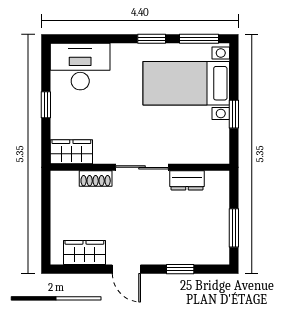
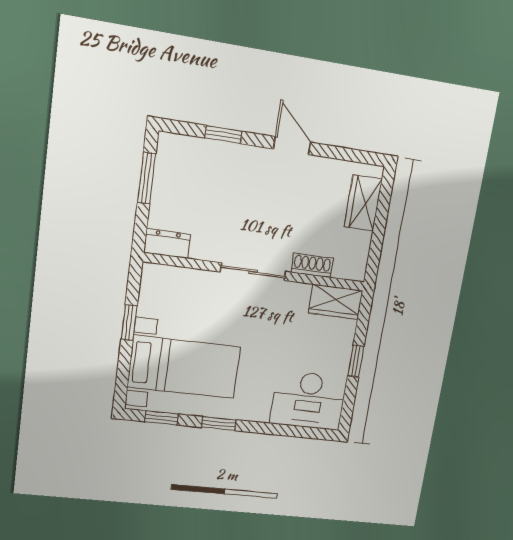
window: (199, 39) -> (161, 418), width x0.67
dresser: (187, 180) -> (167, 244), moved
wardrobe: (84, 253) -> (363, 203), moved, turned 90

